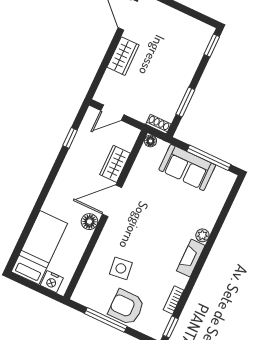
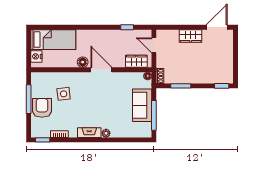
wardrobe: (115, 164) -> (136, 61), moved

